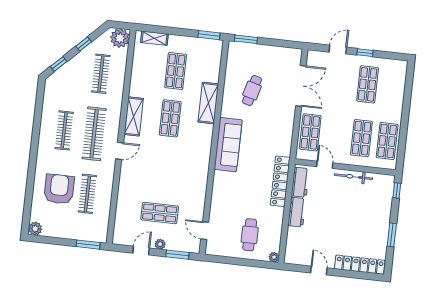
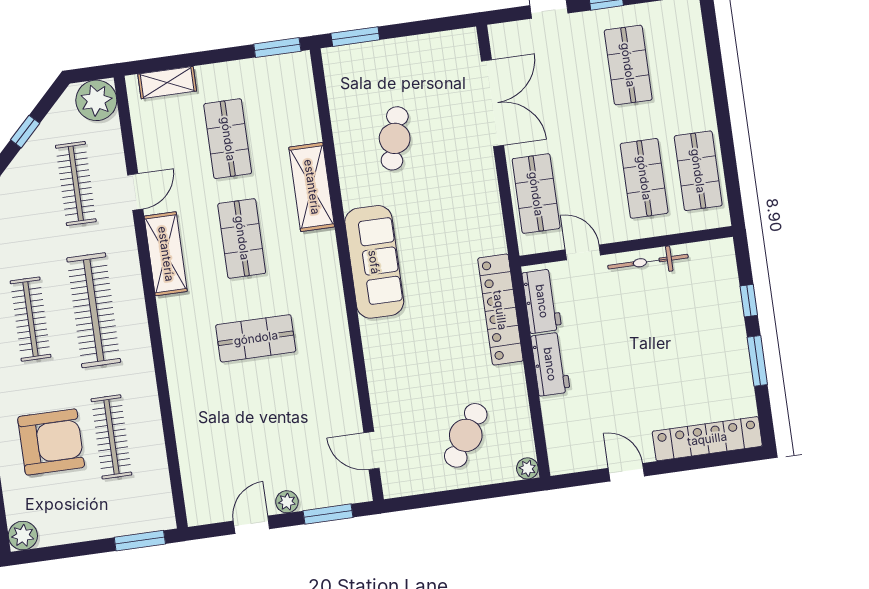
door: (120, 151) -> (135, 192), moved
armchair: (59, 189) -> (51, 442), turned 90
window: (397, 190) -> (749, 301), moved
shop shelf: (160, 213) -> (256, 338), moved
cafe table: (250, 235) -> (466, 435), turned 33

